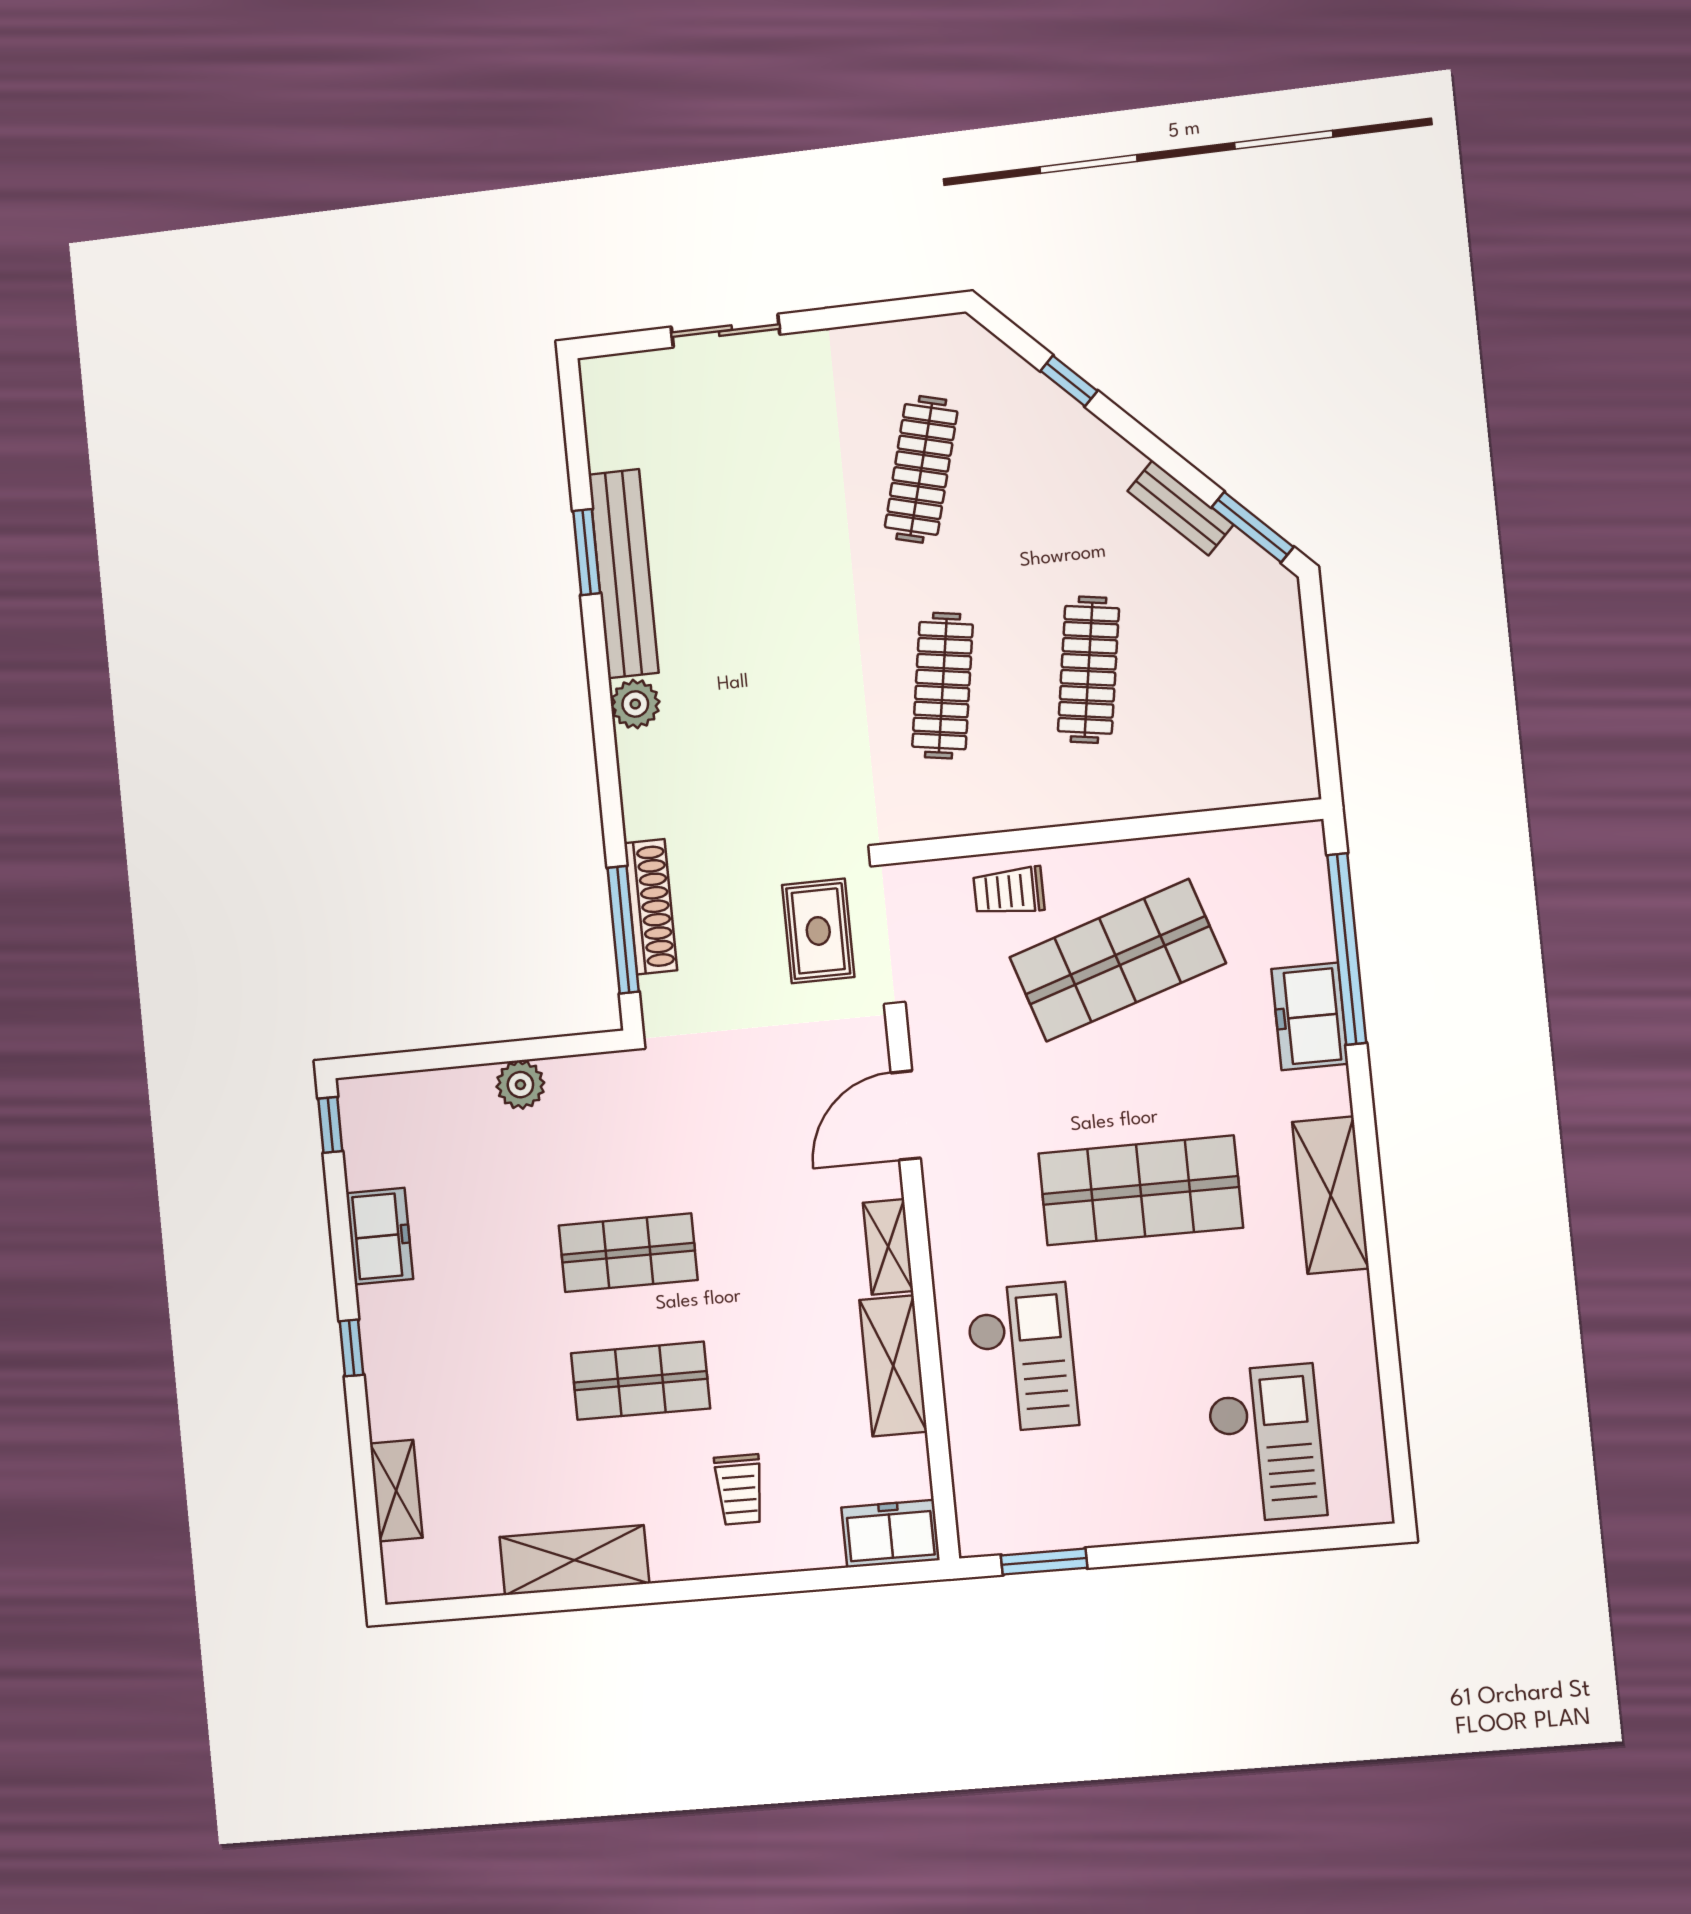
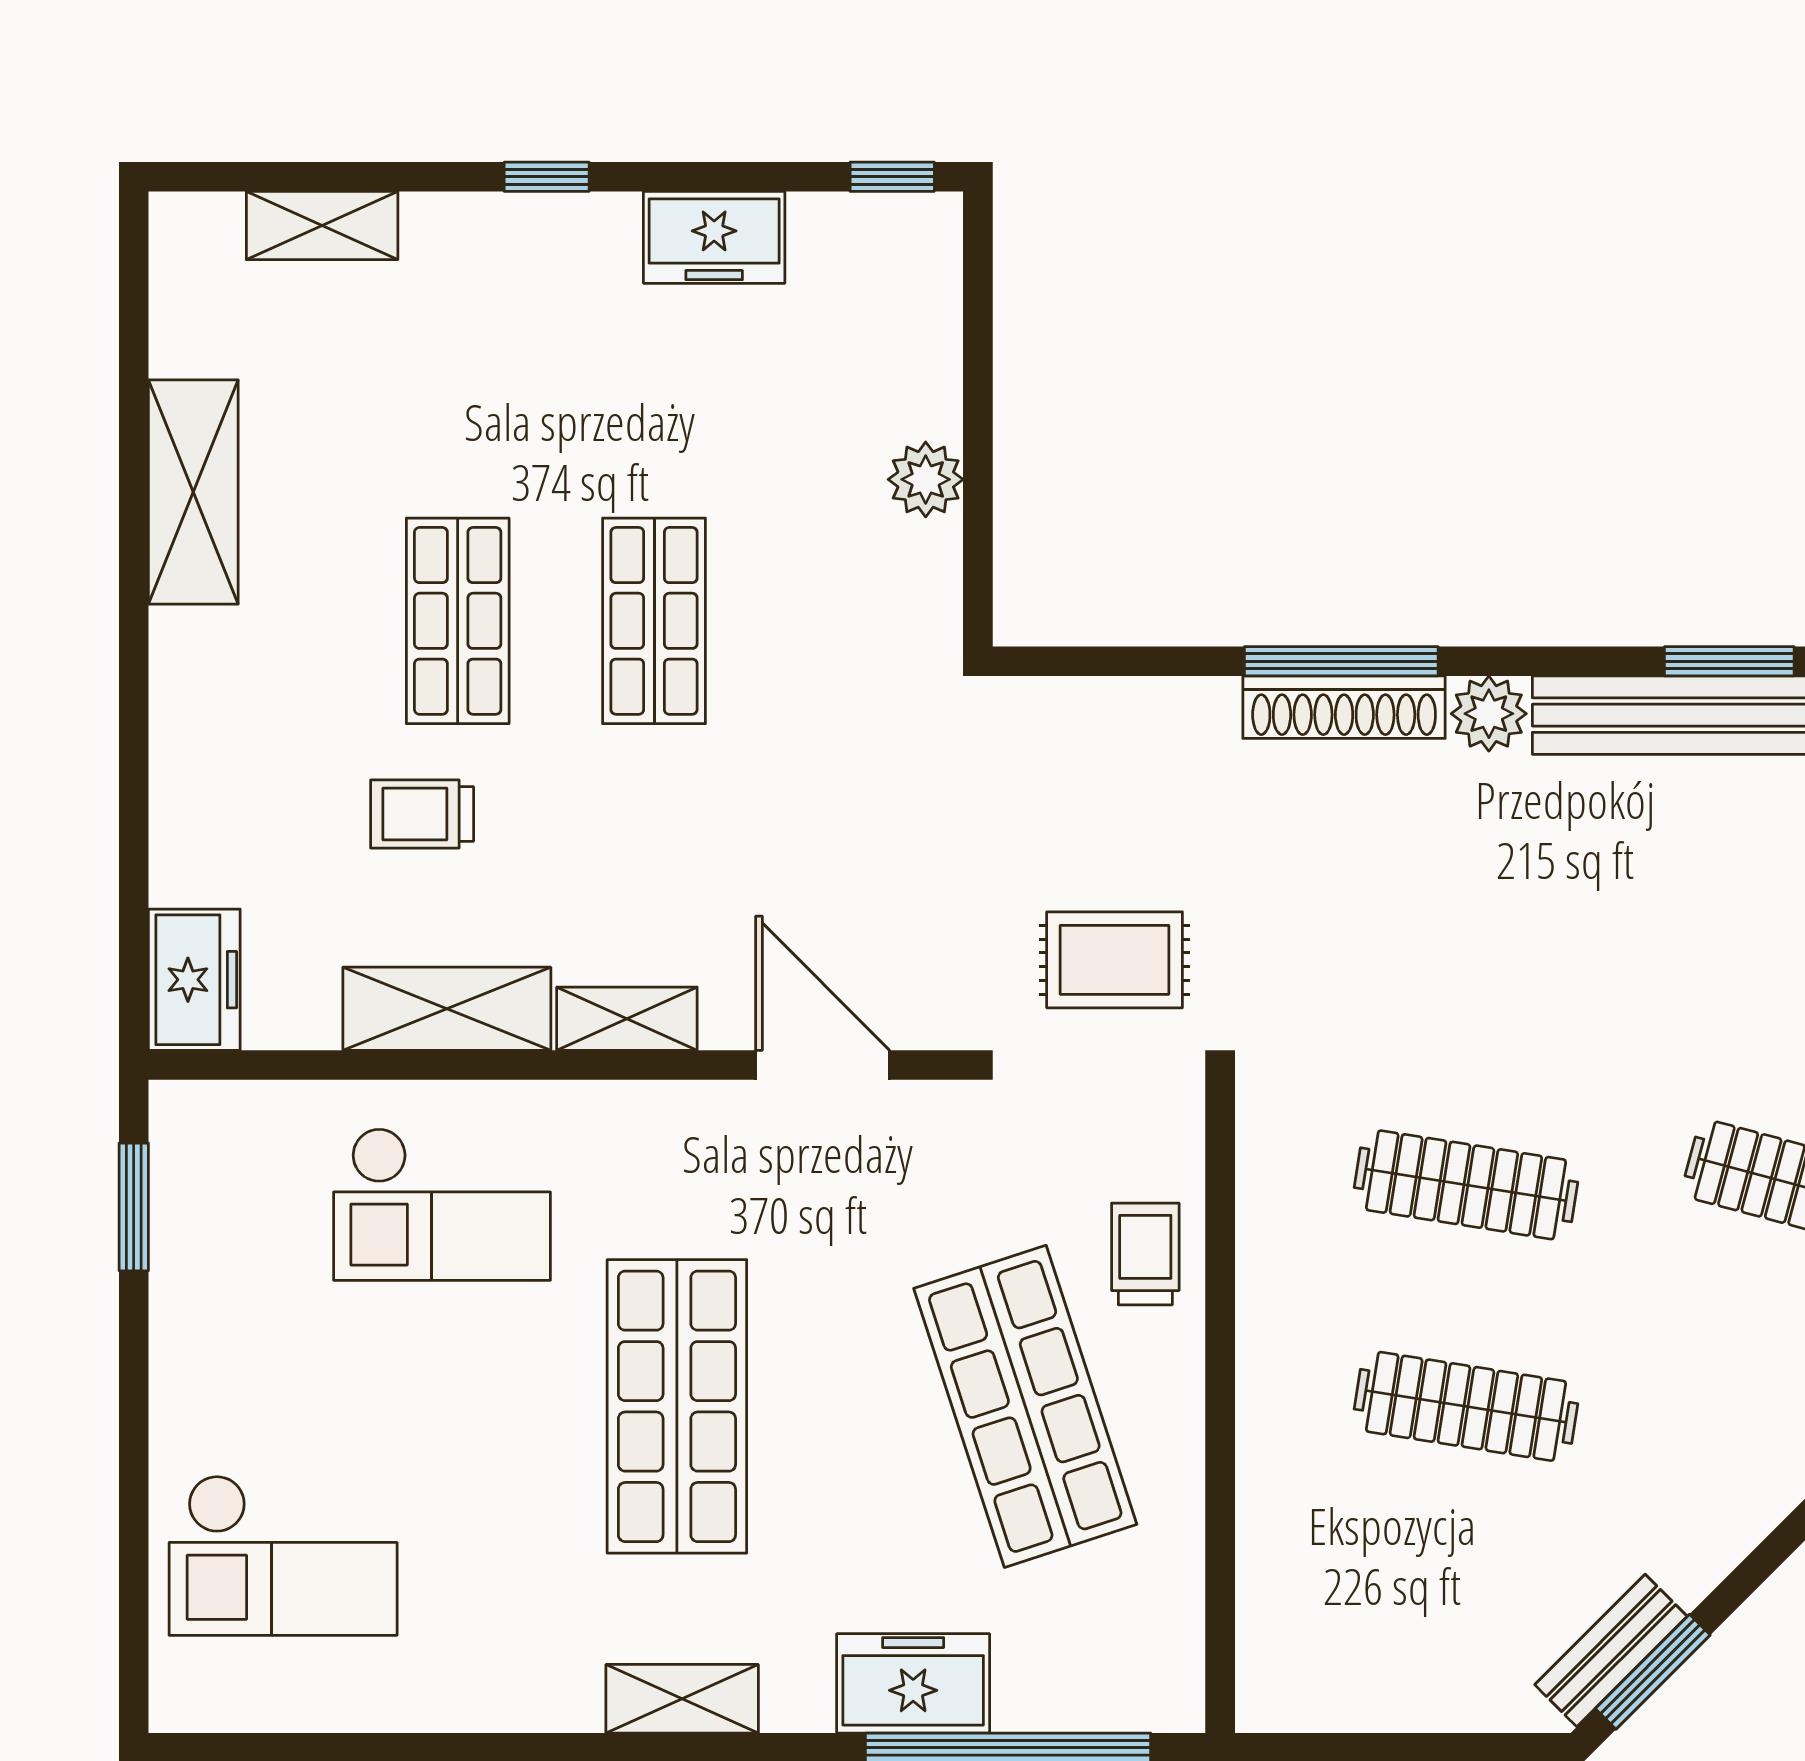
bench: (1180, 508) -> (1611, 1651), moved
shoe rack: (651, 907) -> (1344, 707), moved
window: (623, 930) -> (1341, 661), moved
shelving: (1331, 1195) -> (682, 1699), width x0.67, depth x0.75
trolley: (739, 1490) -> (422, 814), moved

